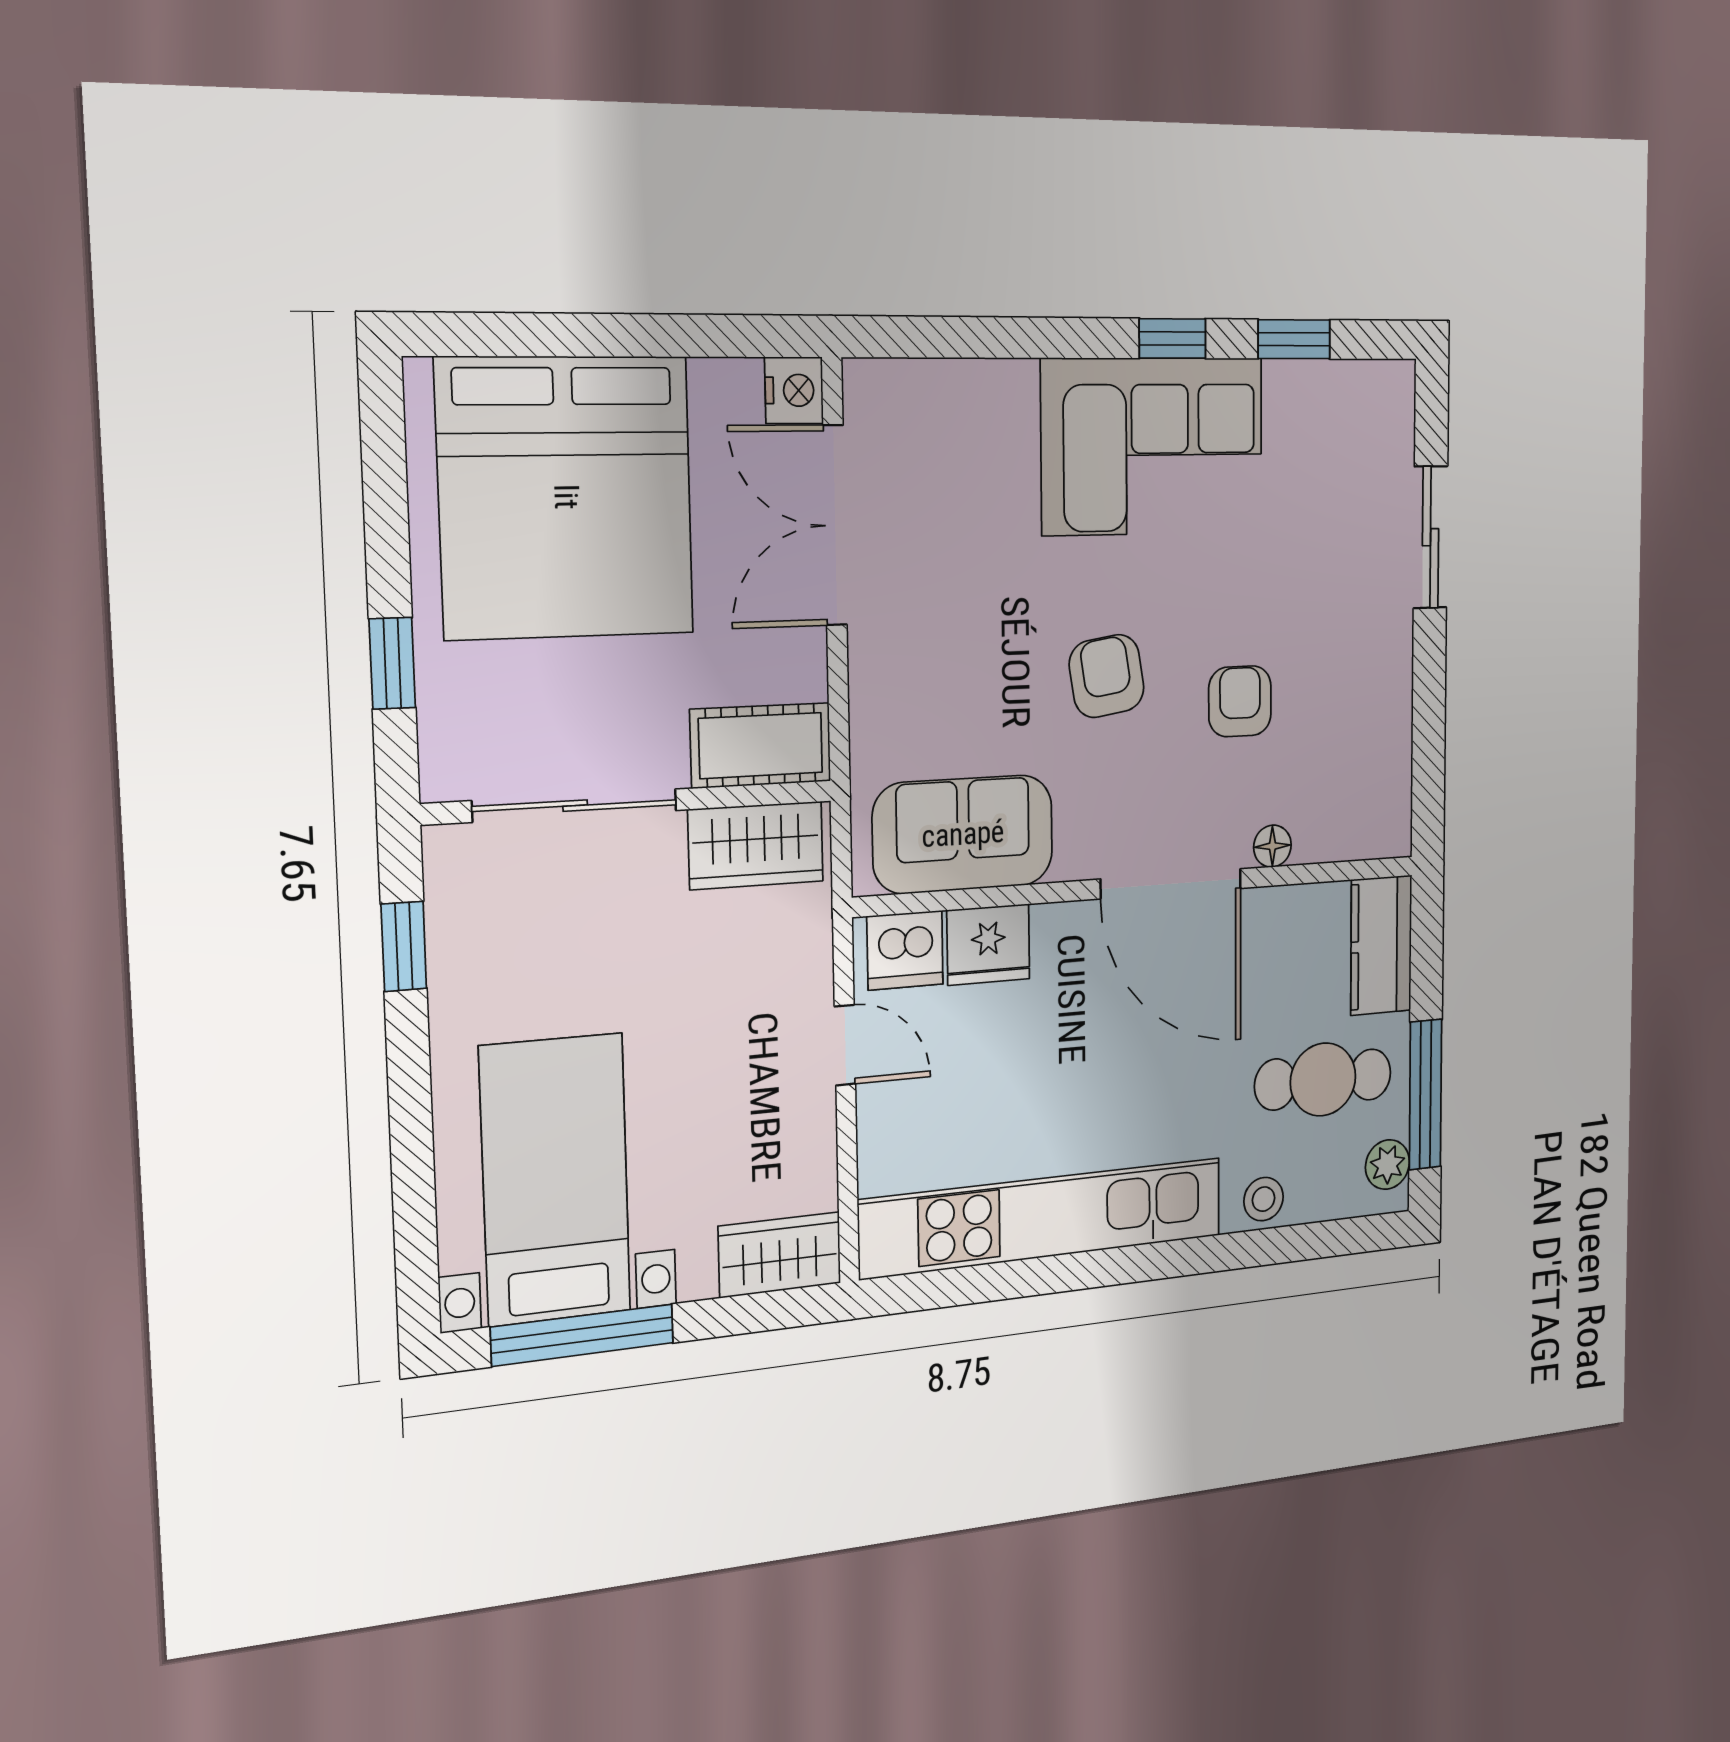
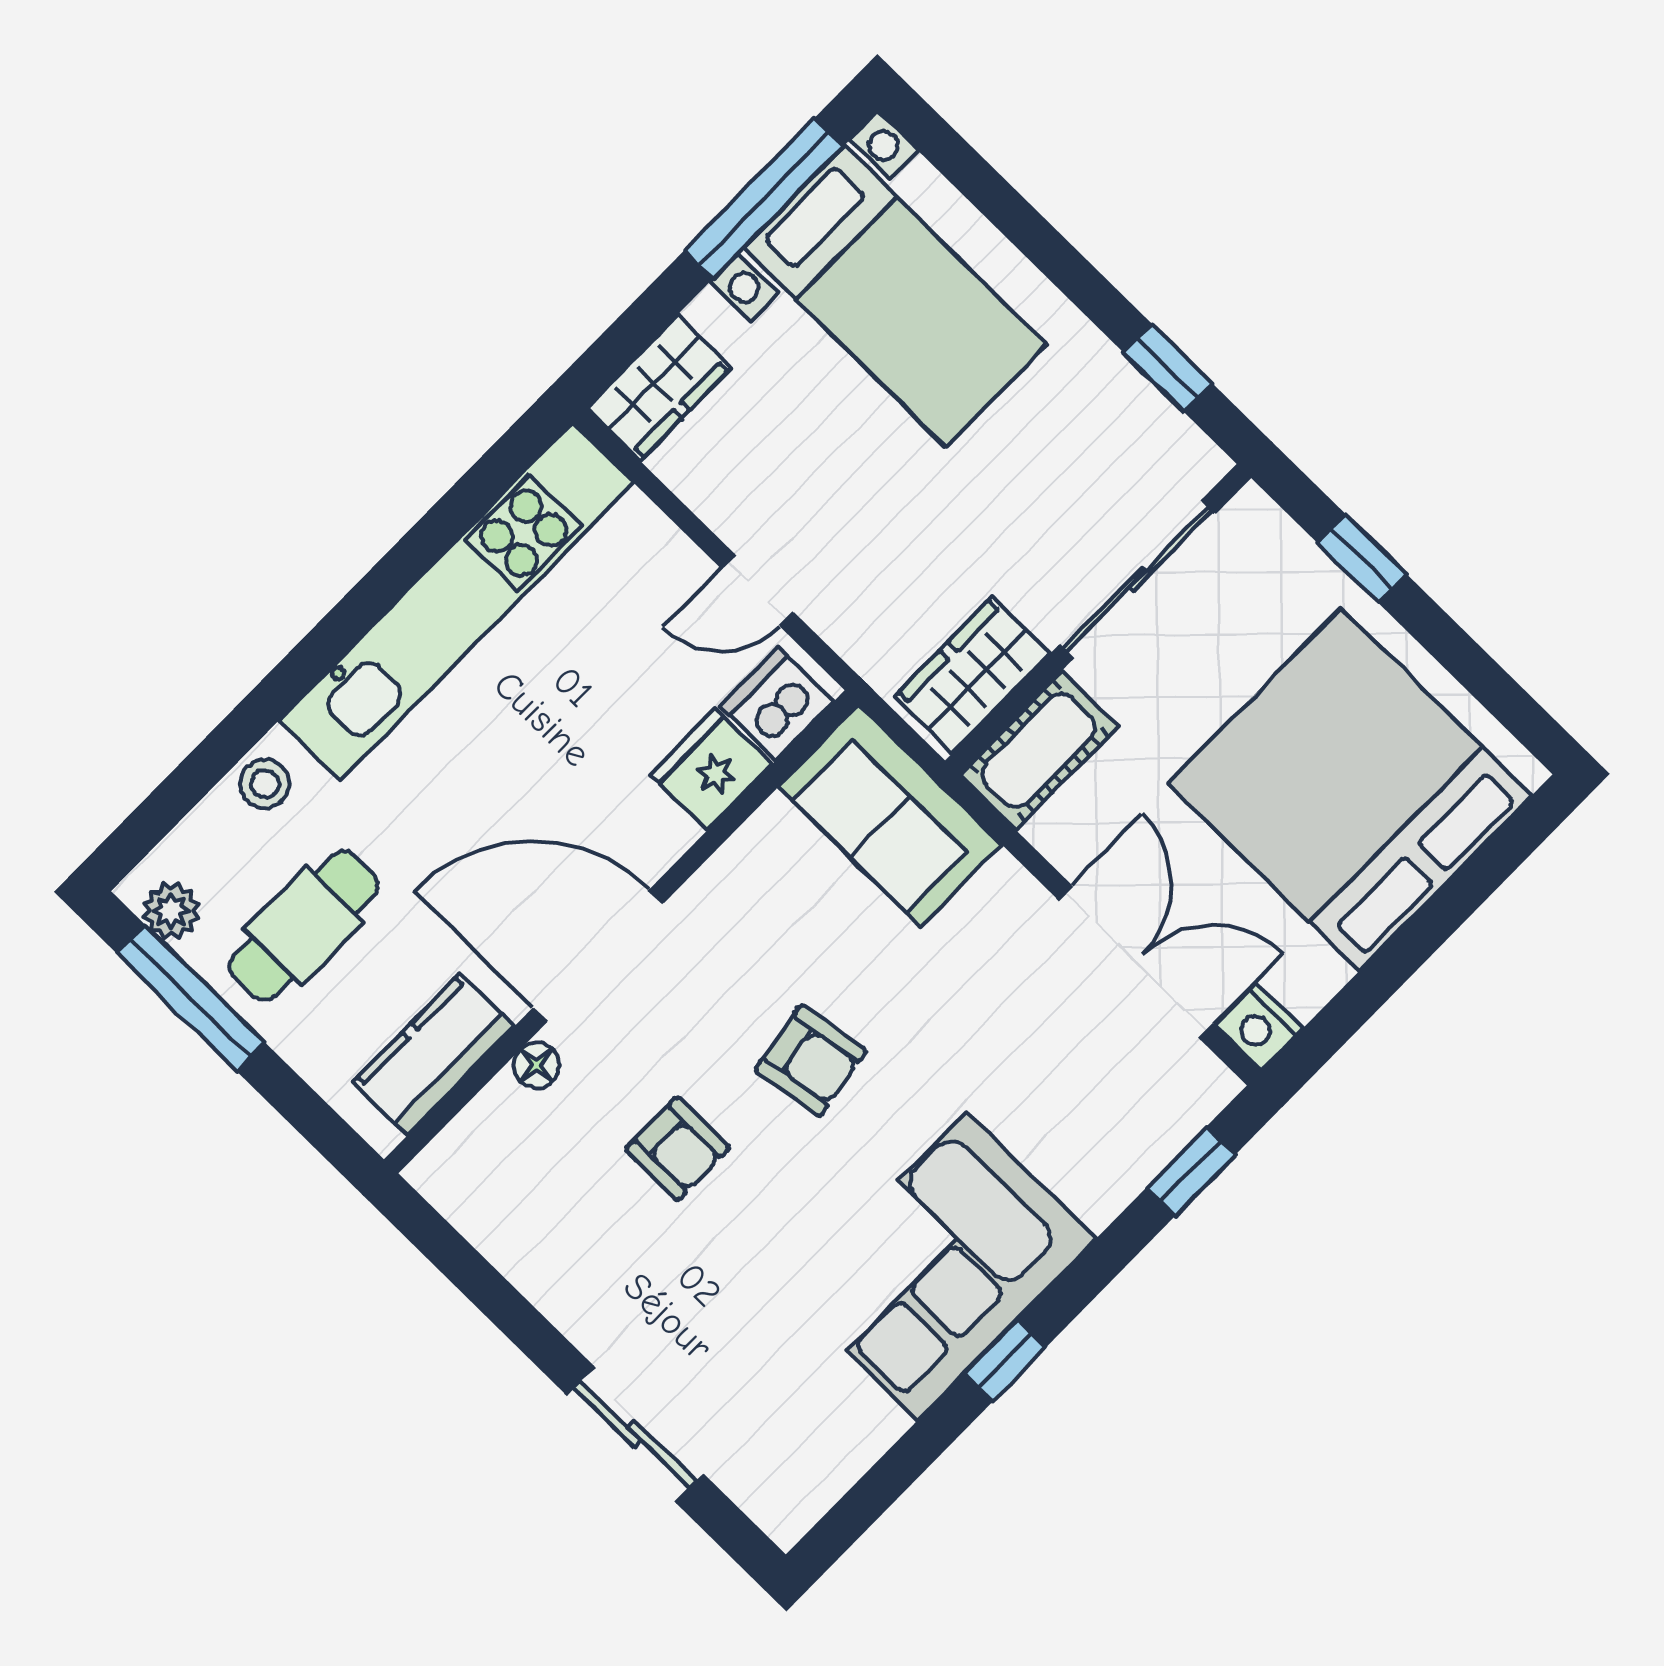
window: (1294, 339) -> (1191, 1171), moved
sofa: (963, 834) -> (890, 816), moved, turned 90
kitchen counter: (1381, 945) -> (434, 1054), moved, turned -90

